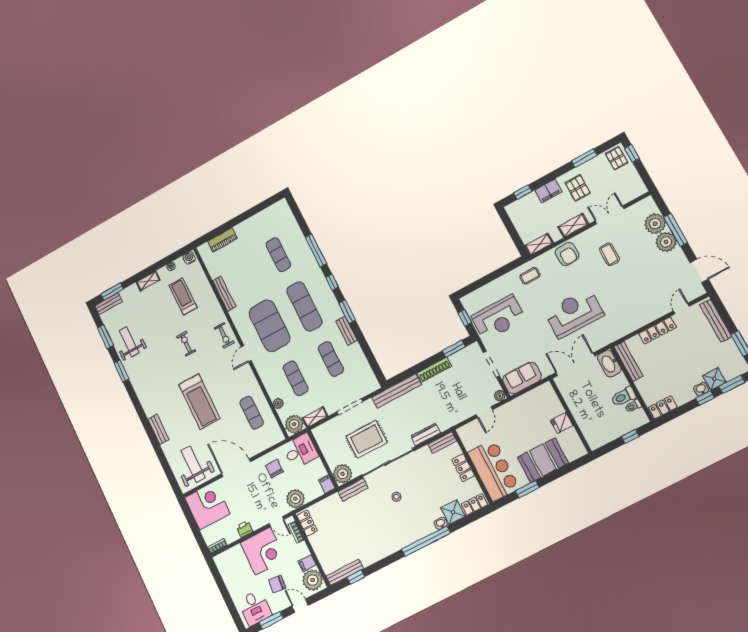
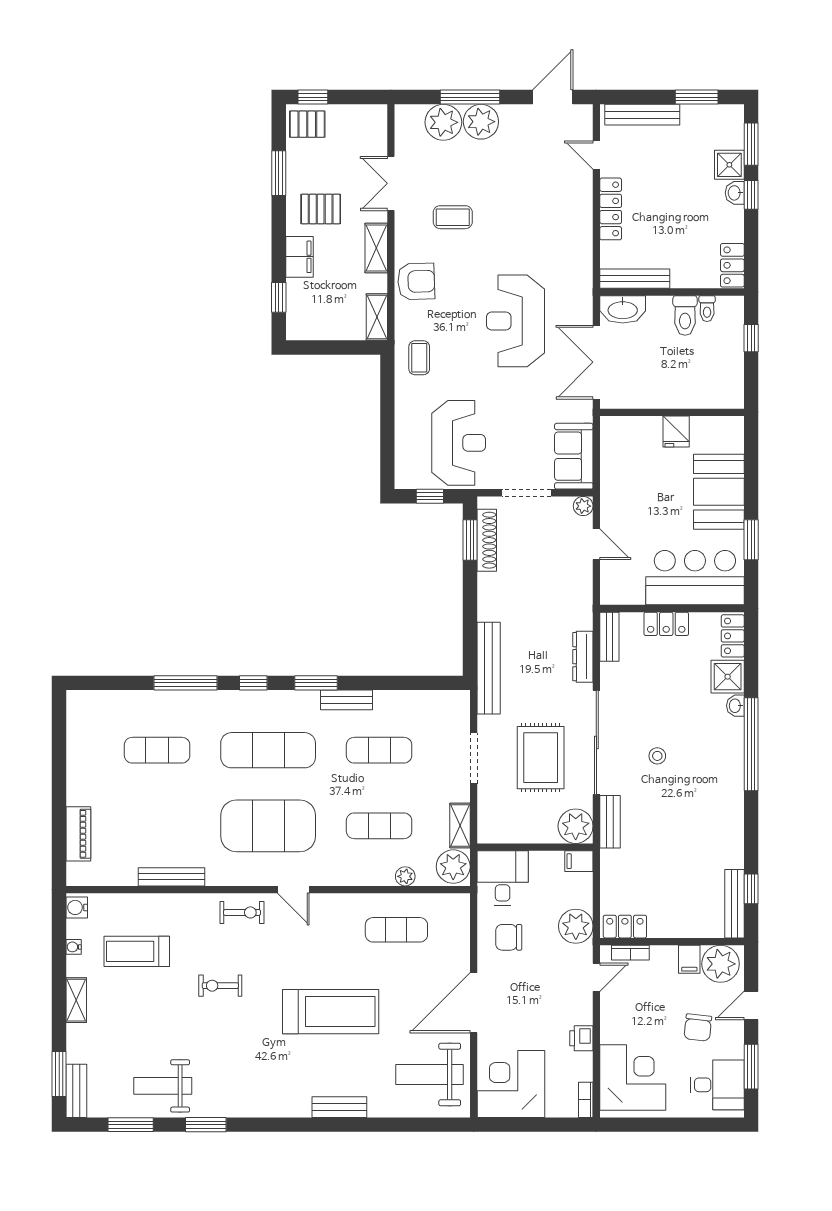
shoe rack: (434, 370) -> (487, 540), moved
corner desk: (263, 551) -> (633, 1077), moved

